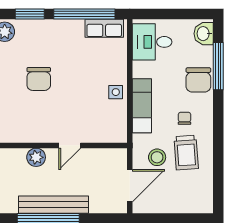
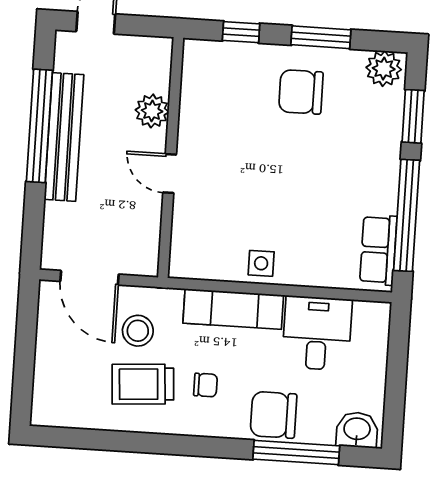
desk: (152, 42) -> (317, 333), moved
chair: (39, 79) -> (301, 92), moved

